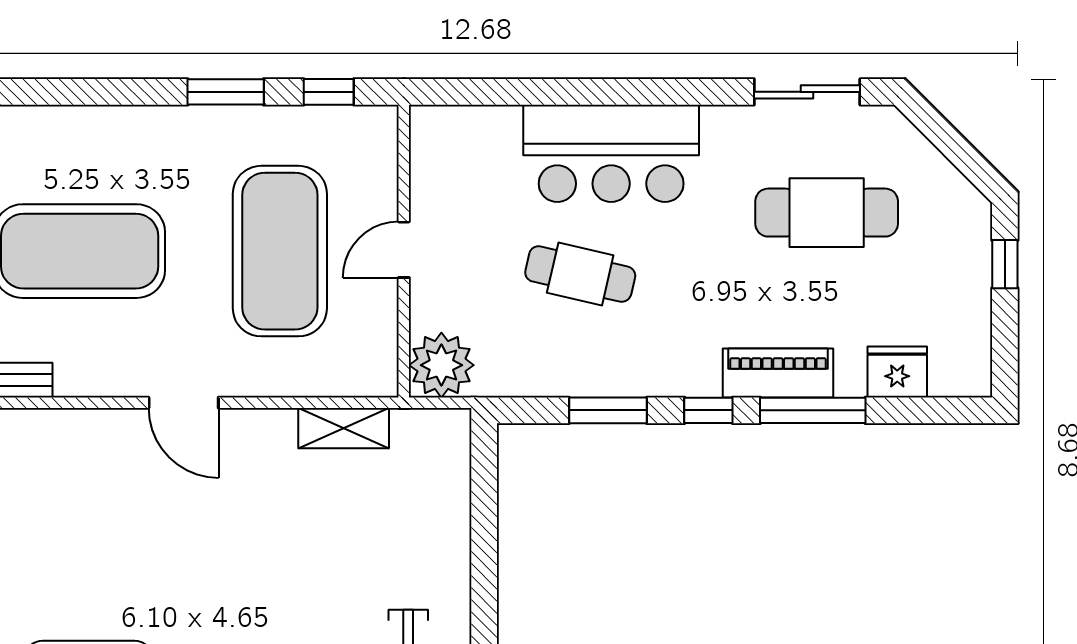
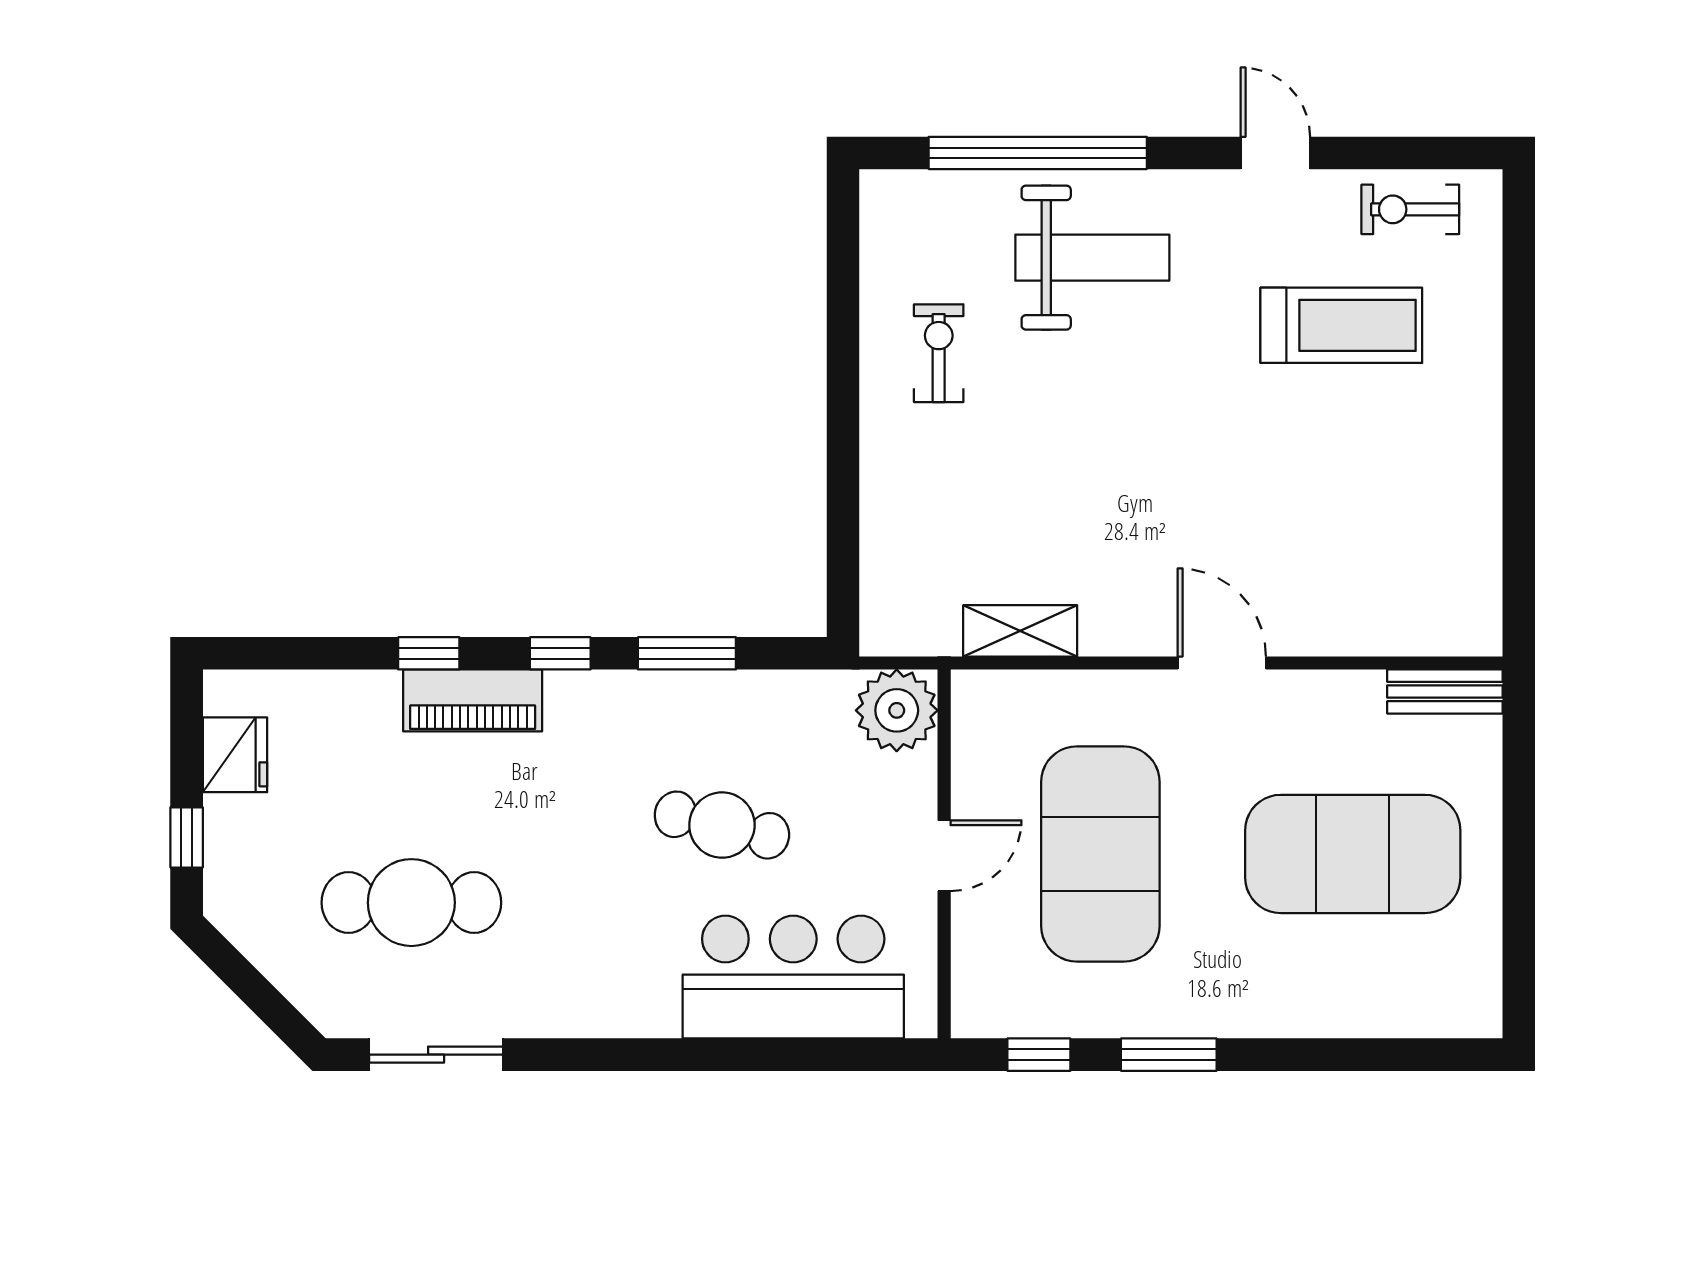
bar counter: (611, 153) -> (793, 977), moved
fridge: (897, 372) -> (235, 755), moved, turned -90
window: (813, 410) -> (429, 653), width x0.46

